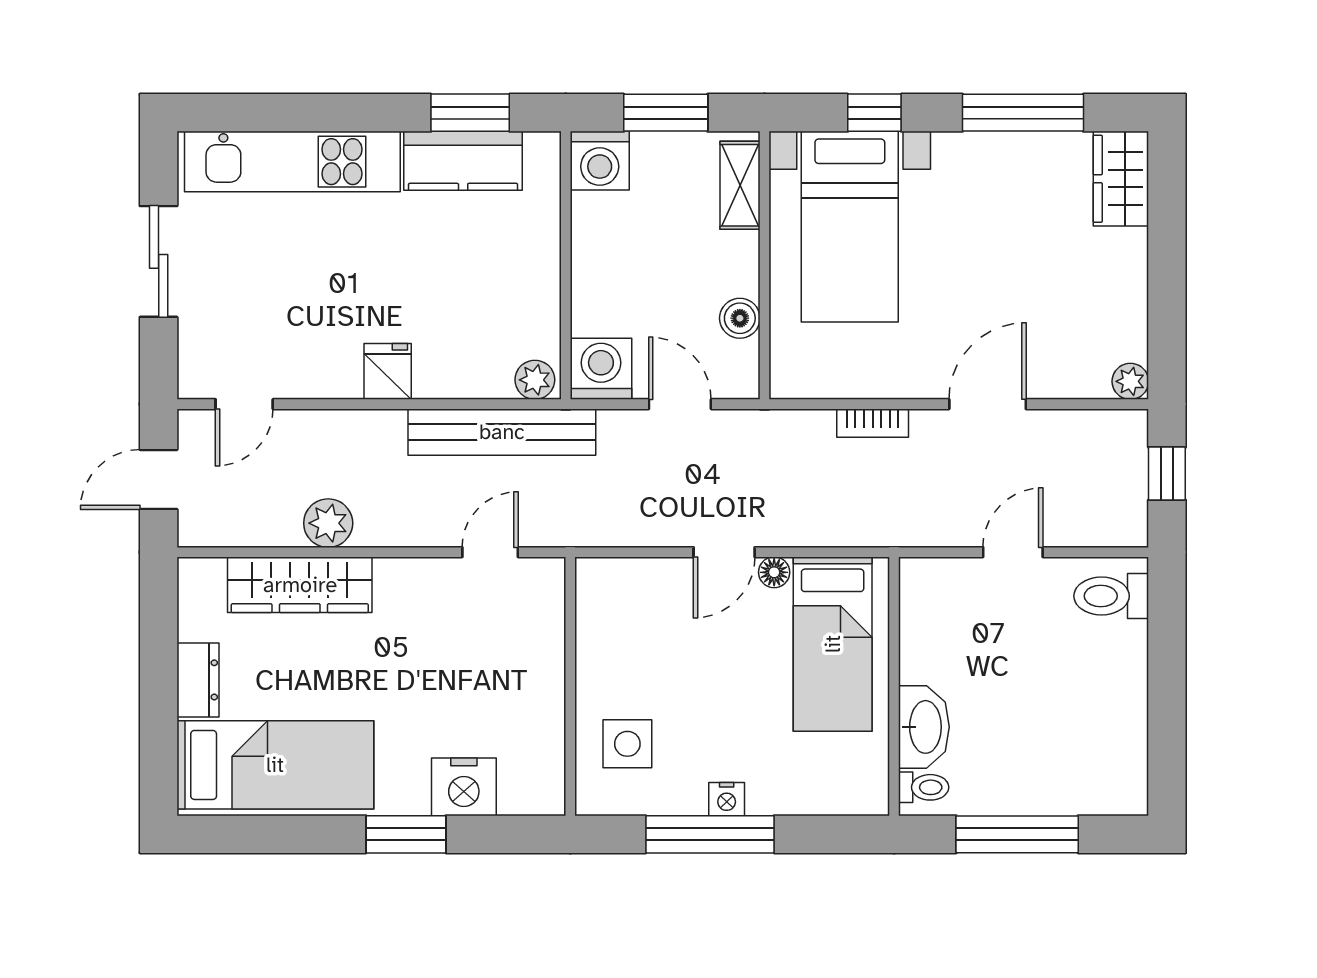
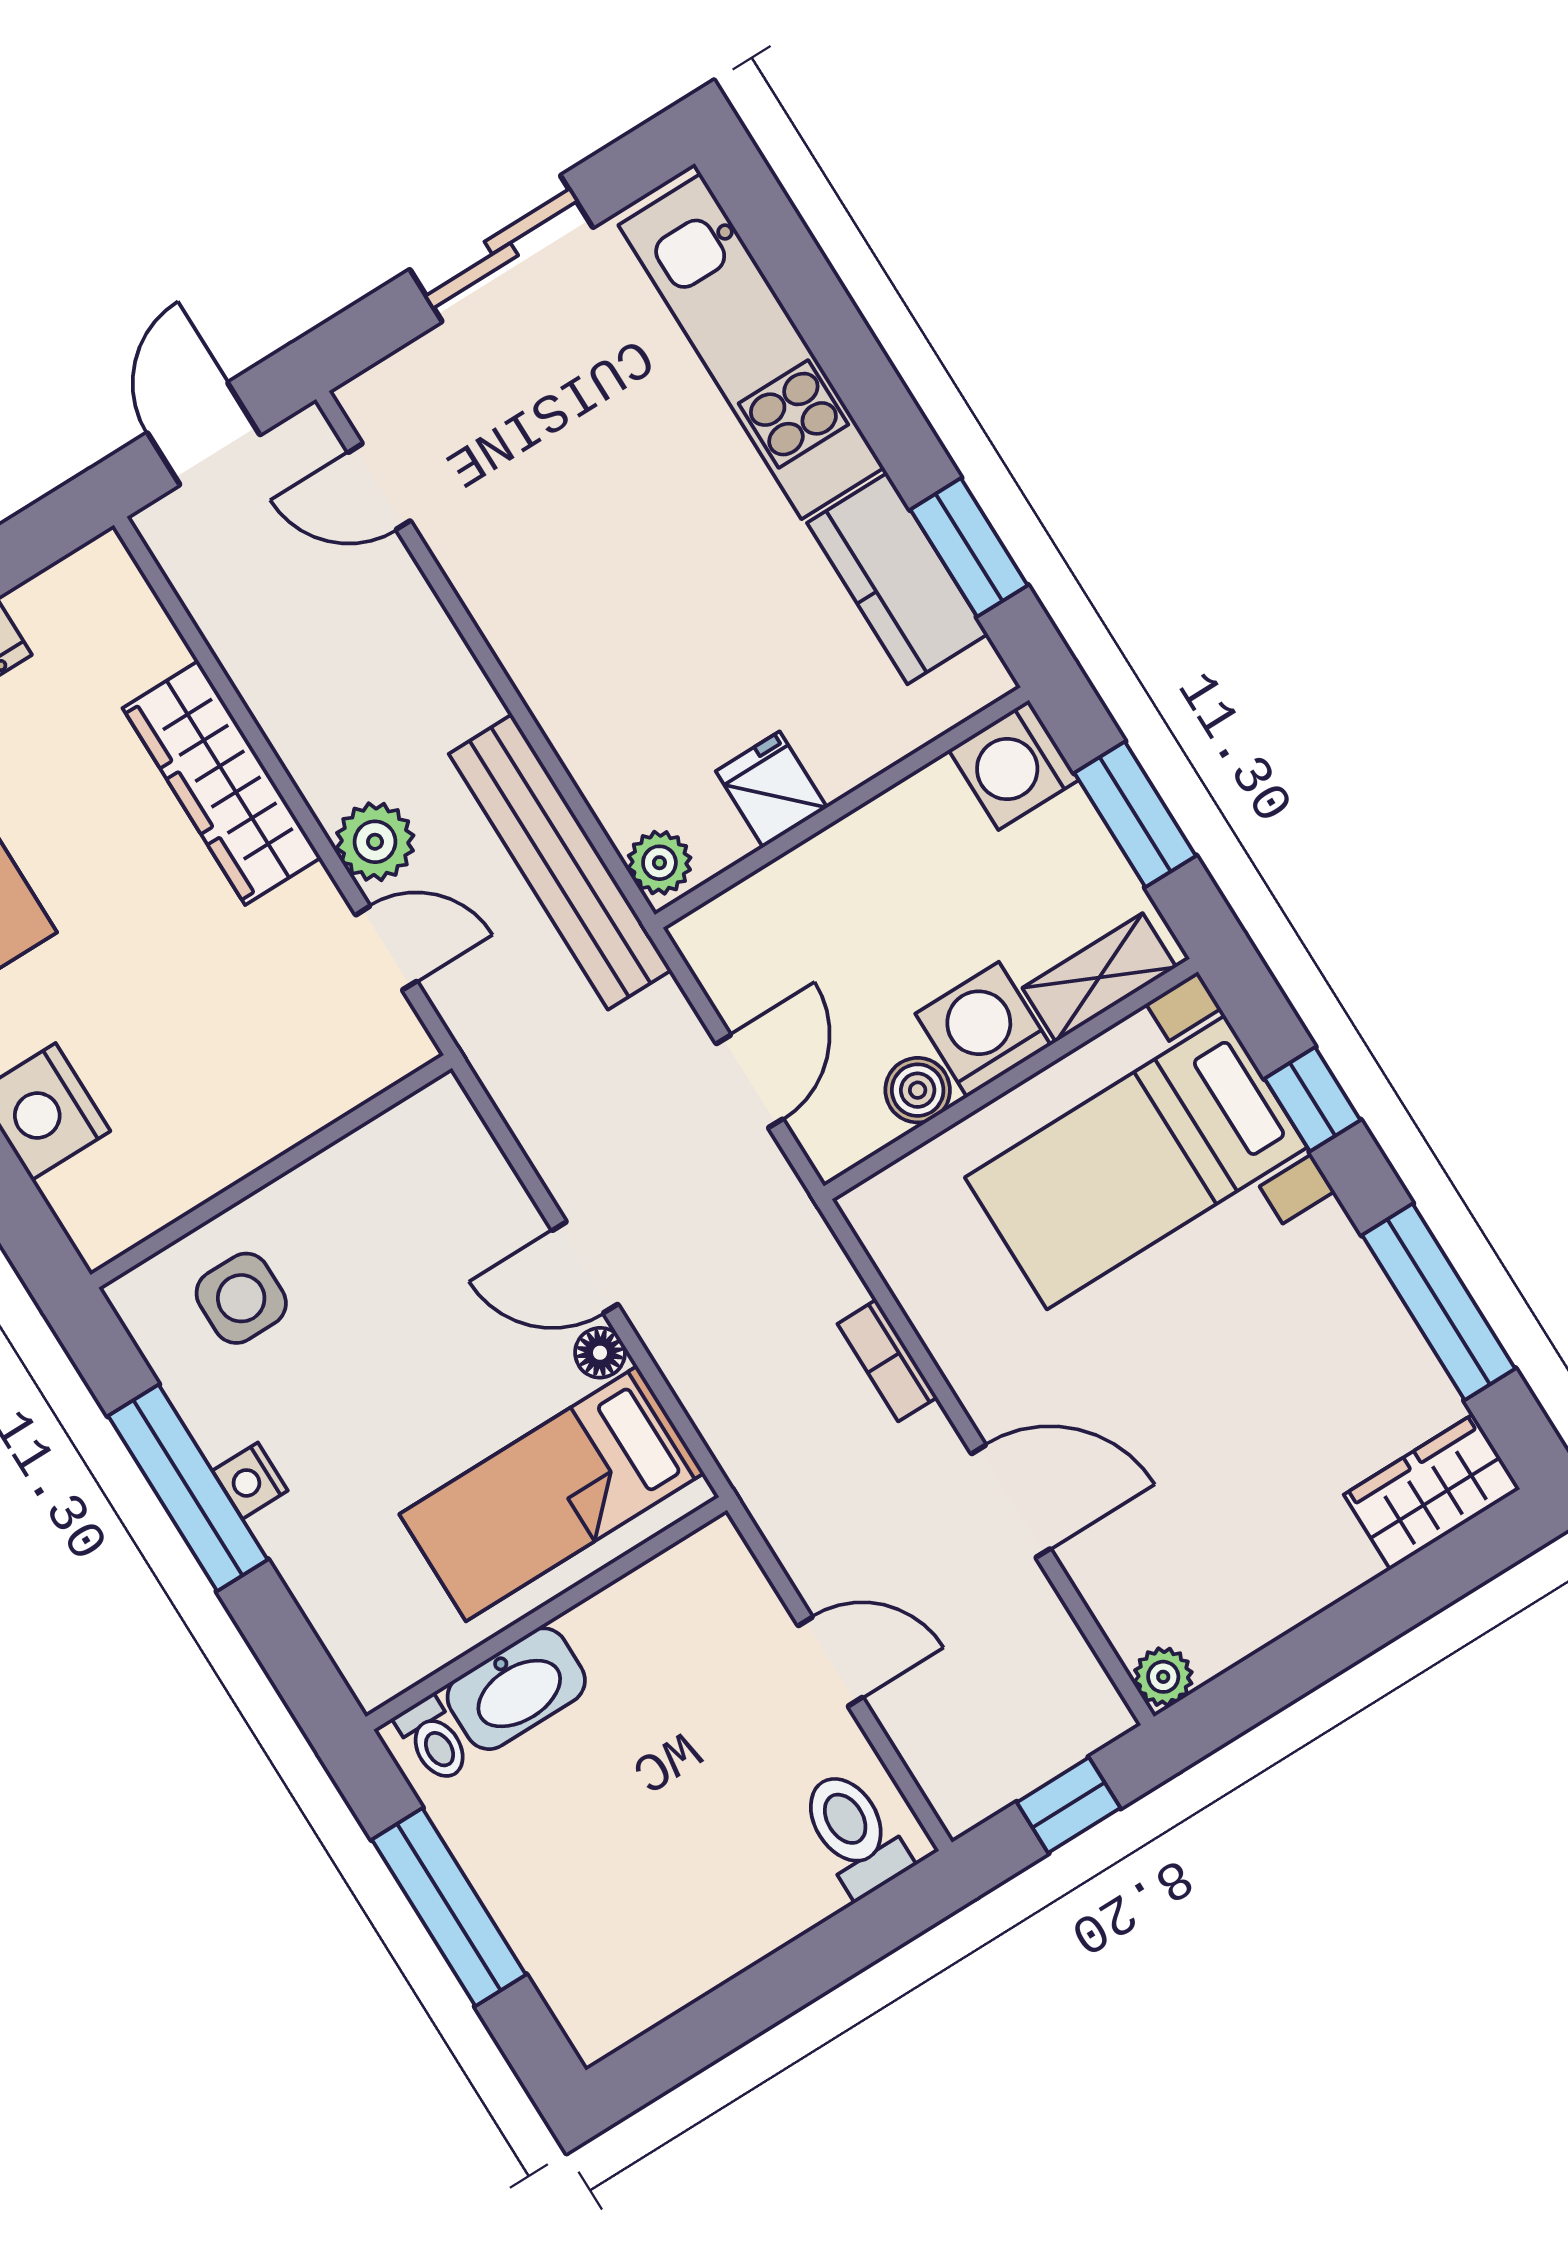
washing machine: (601, 369) -> (983, 1029), moved, turned -90
fridge: (388, 371) -> (771, 789), moved, turned -90
door: (159, 480) -> (204, 434), hinge flipped
plant: (328, 523) -> (375, 842), moved
wardrobe: (300, 585) -> (222, 783), moved

